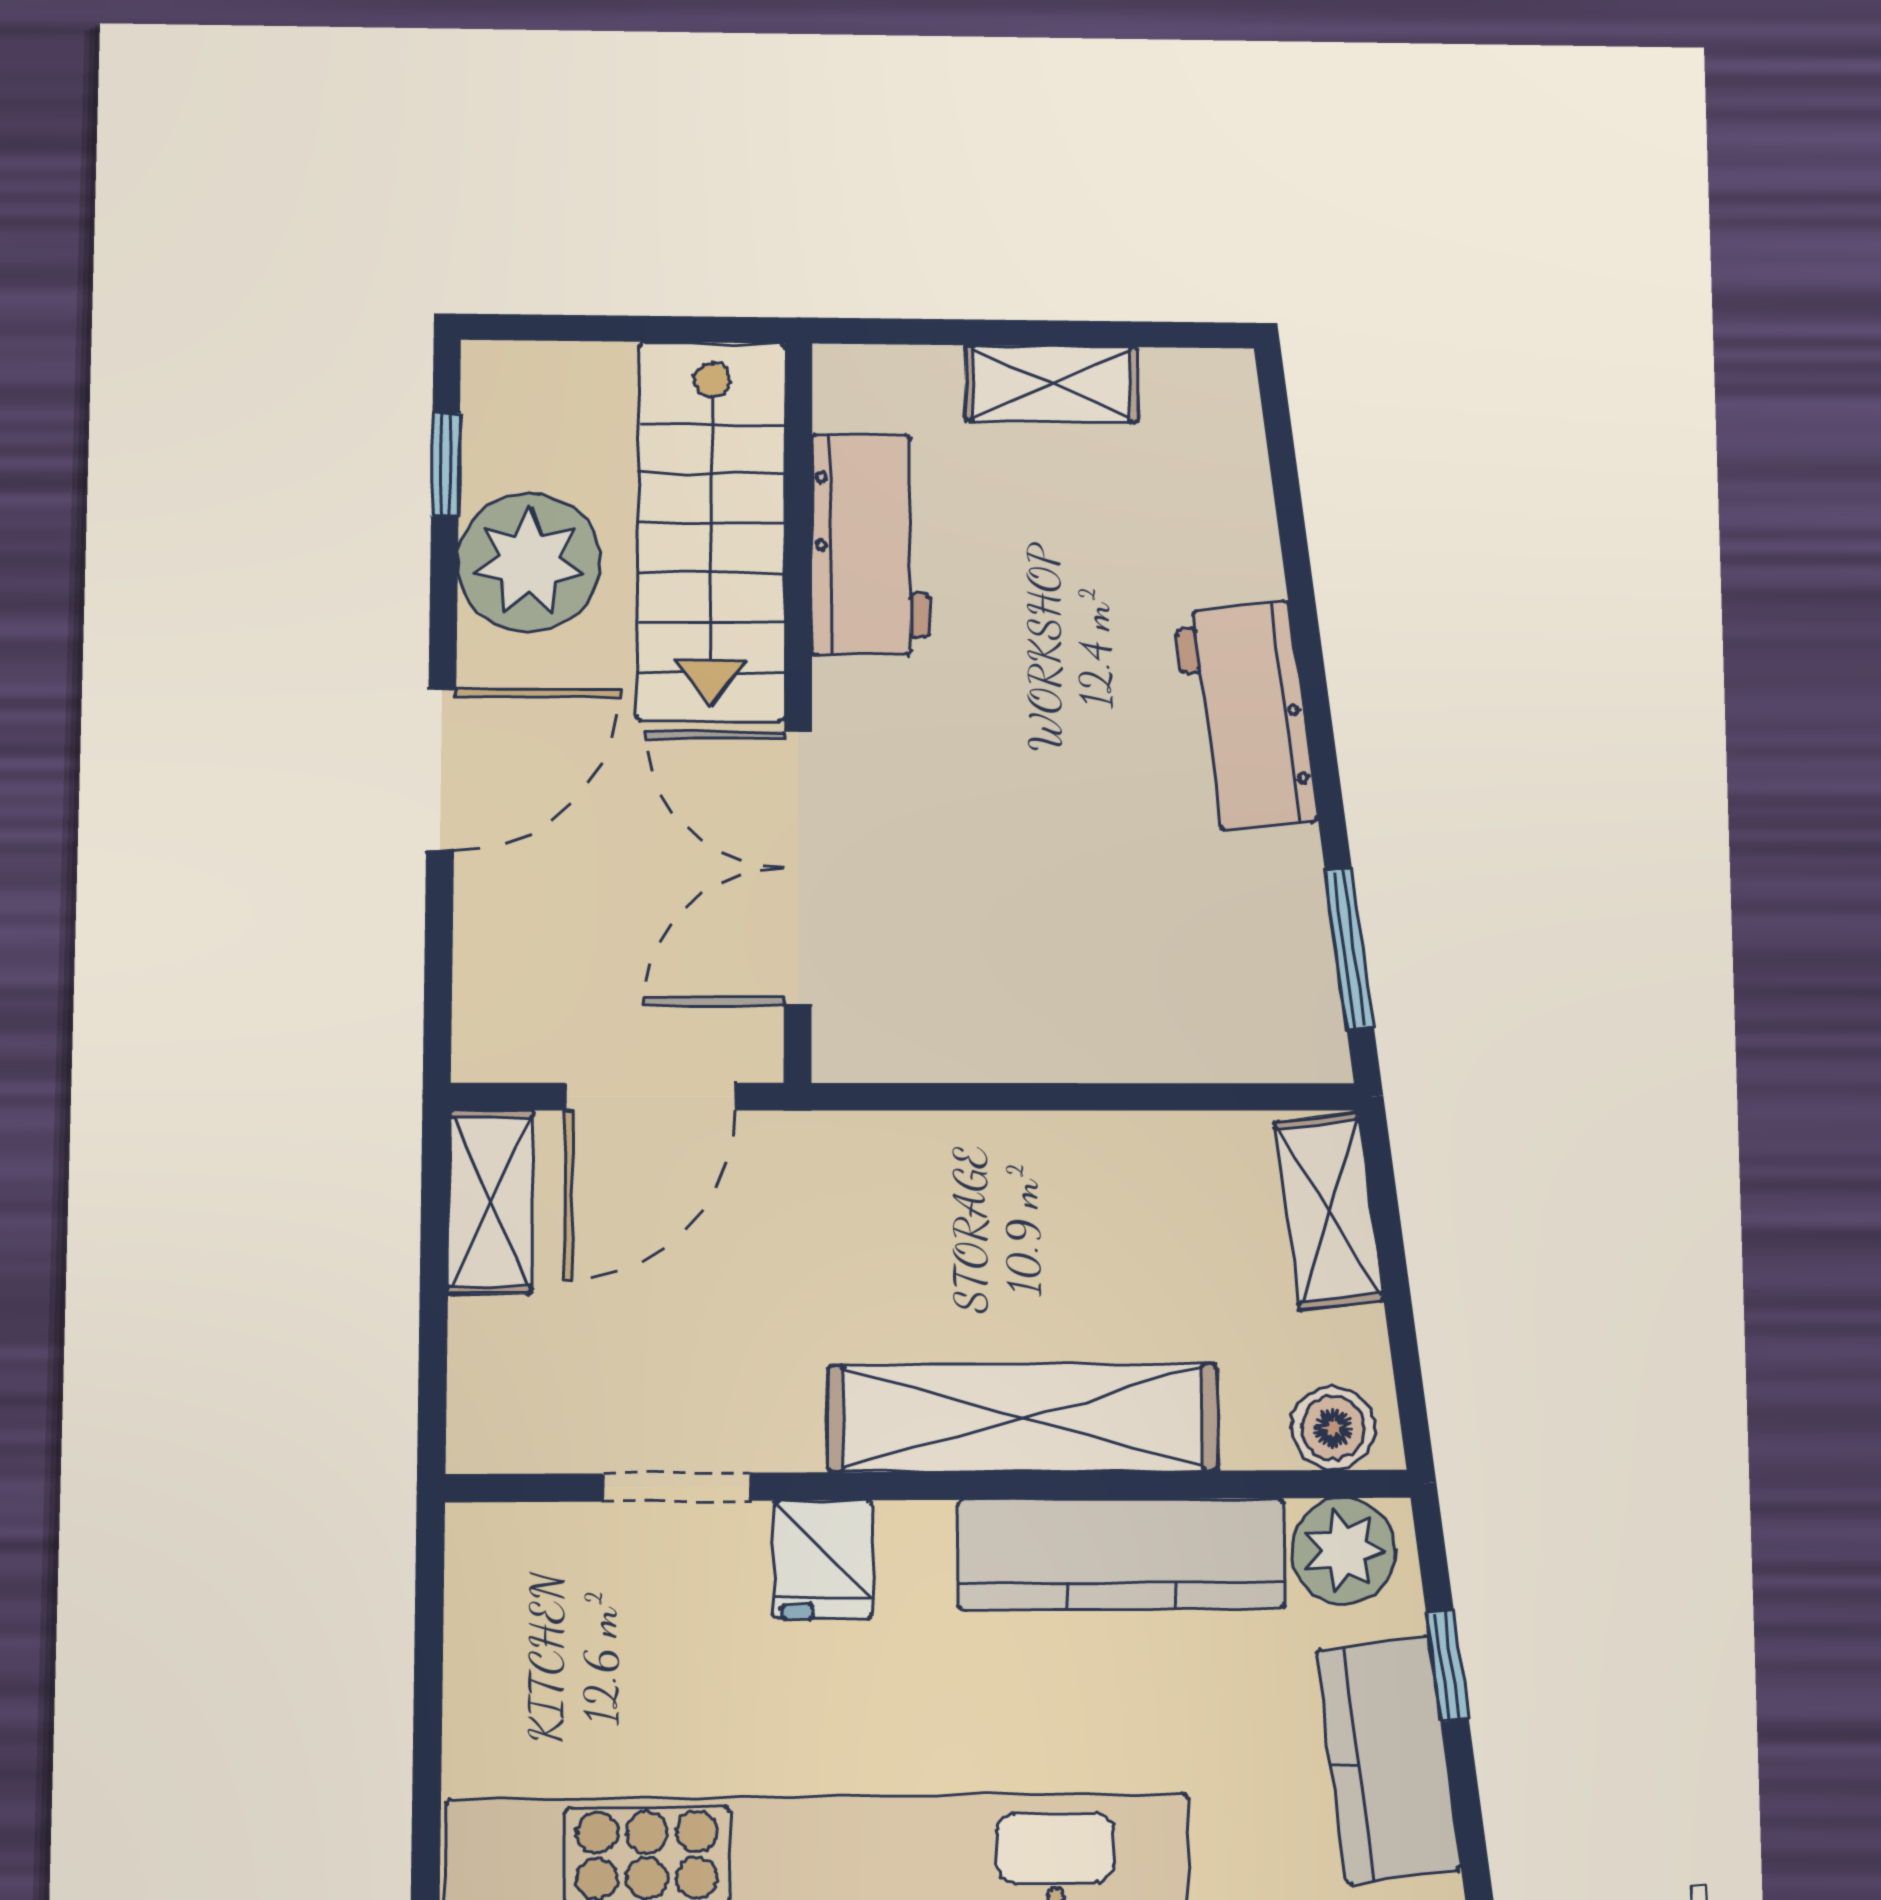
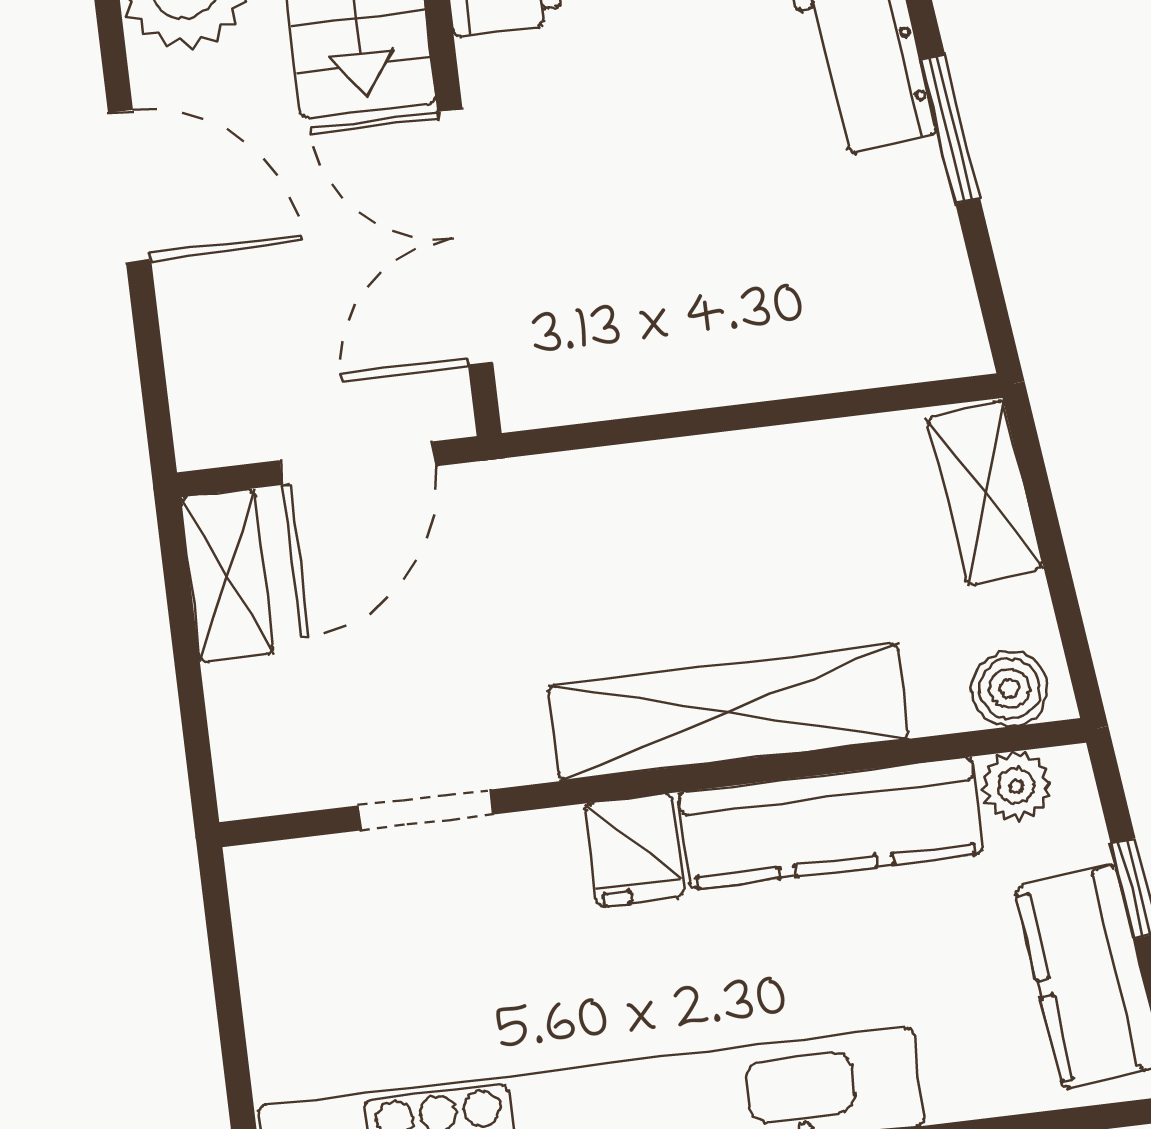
door: (441, 769) -> (130, 187), hinge flipped
window: (1349, 948) -> (950, 129), moved
plant: (1344, 1551) -> (1016, 786), width x0.73, depth x0.73
fridge: (823, 1560) -> (635, 850), moved

